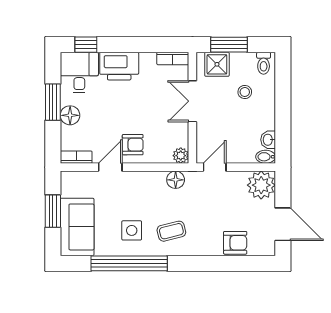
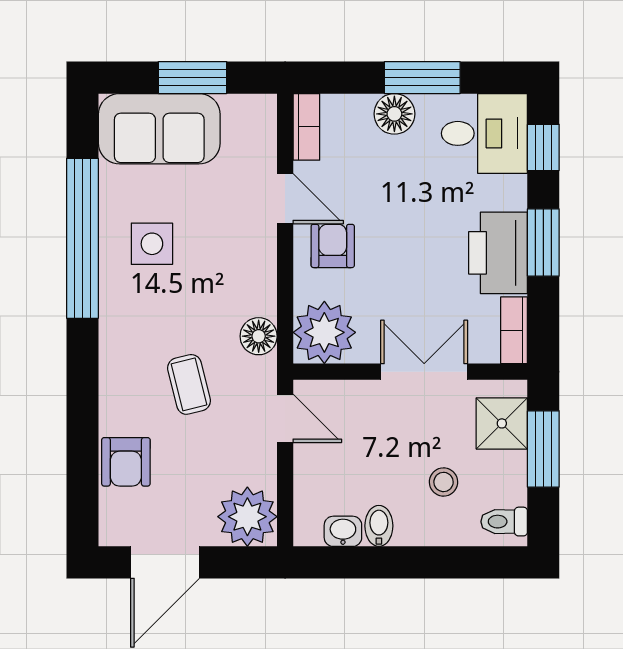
window: (131, 45) -> (543, 243), added
printer: (119, 66) -> (498, 253), moved
armchair: (133, 145) -> (333, 246), turned 180
plant: (181, 156) -> (324, 332), width x1.87, depth x1.87
bidet: (266, 157) -> (379, 526), moved
coffee table: (171, 231) -> (189, 384), moved

